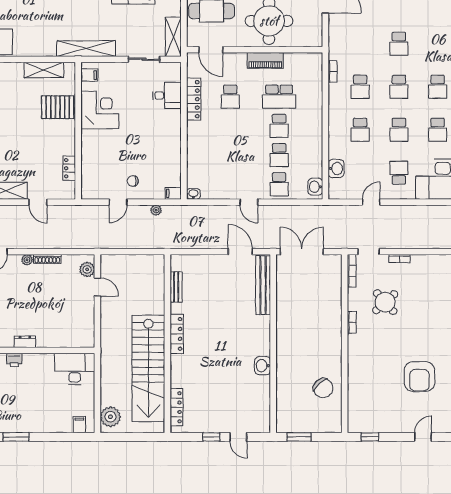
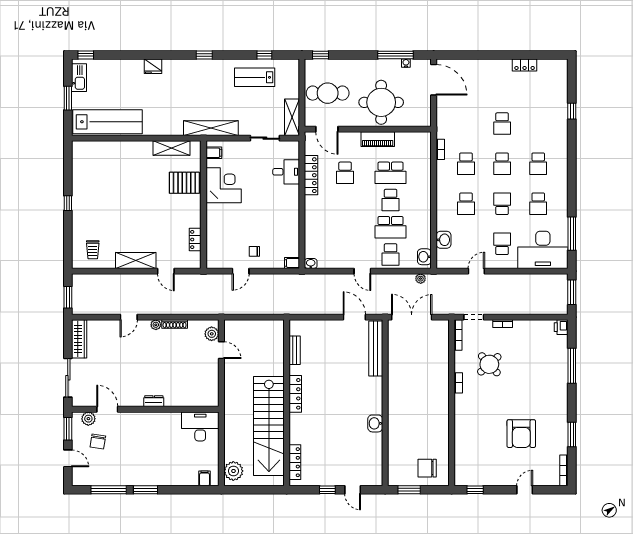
school desk: (399, 130) -> (502, 204), turned 180
school desk: (279, 155) -> (391, 227), width x1.85
plant: (156, 210) -> (421, 279), moved
printer: (14, 360) -> (144, 418), removed
chair: (323, 388) -> (427, 468), moved, turned 132

